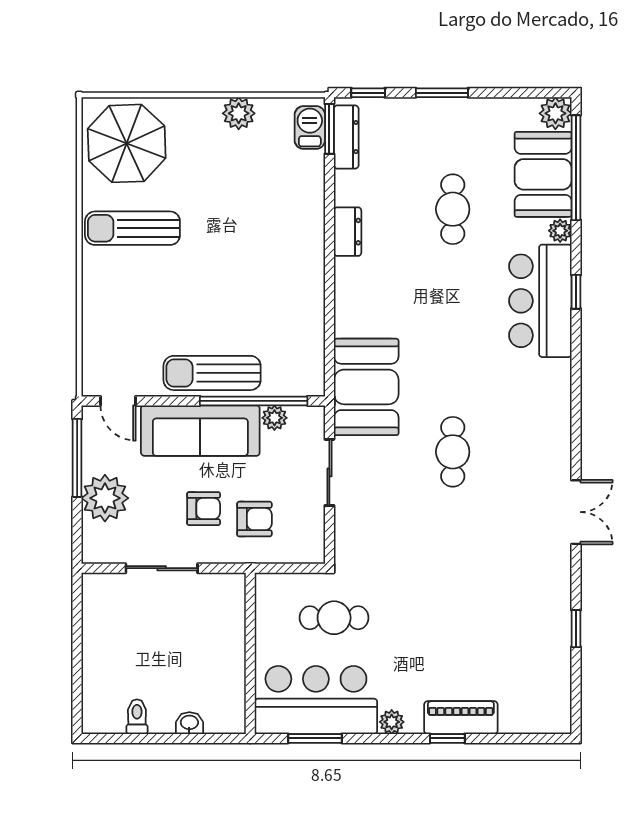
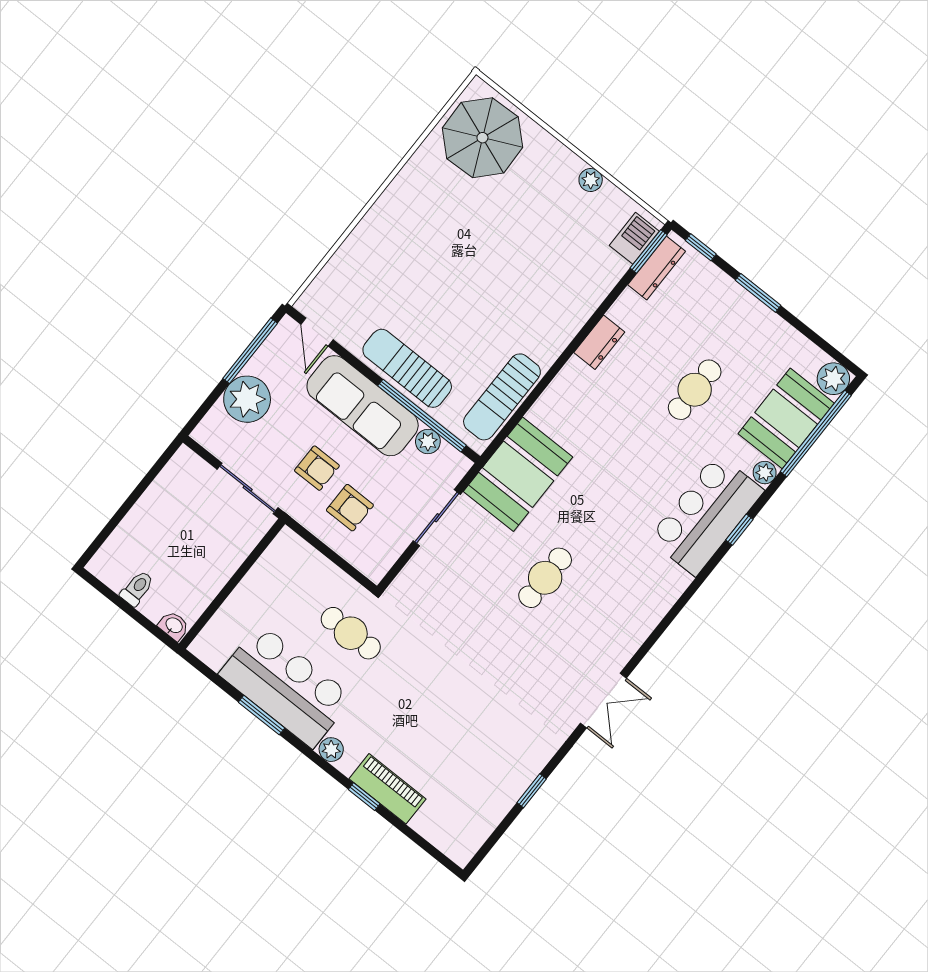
plant: (239, 113) -> (591, 180), width x0.73, depth x0.73
sun lounger: (132, 228) -> (502, 397), moved, turned -90
wall: (250, 653) -> (232, 584), moved

